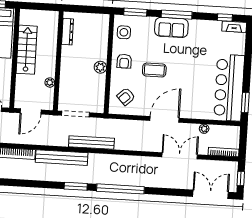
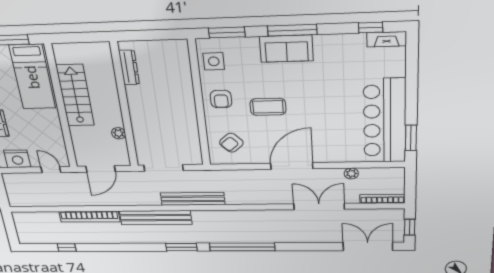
plant: (100, 67) -> (187, 109), removed

